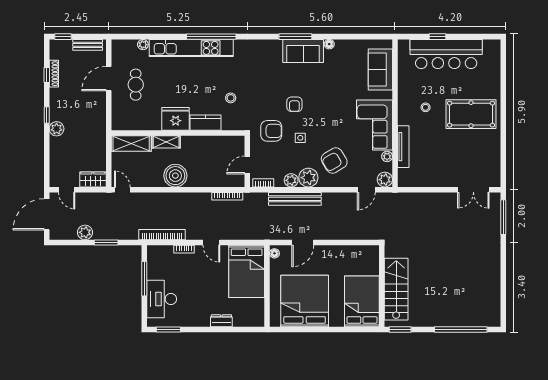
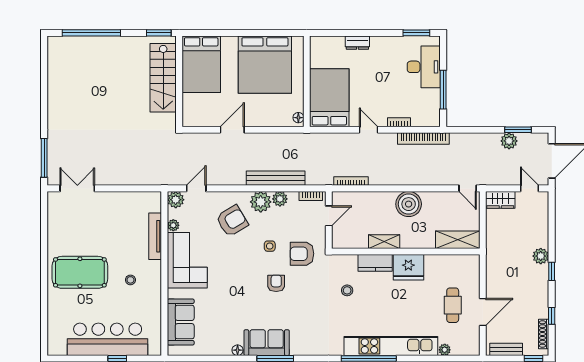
shoe rack: (54, 74) -> (544, 334), moved
shelving: (166, 142) -> (384, 242), moved
window: (106, 242) -> (518, 130), moved
door: (303, 242) -> (232, 130), moved

